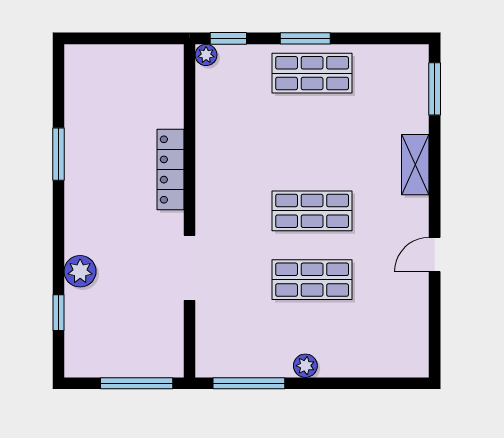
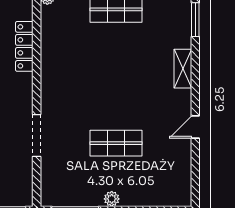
locker: (171, 170) -> (24, 46), moved
shop shelf: (312, 211) -> (116, 99), removed

